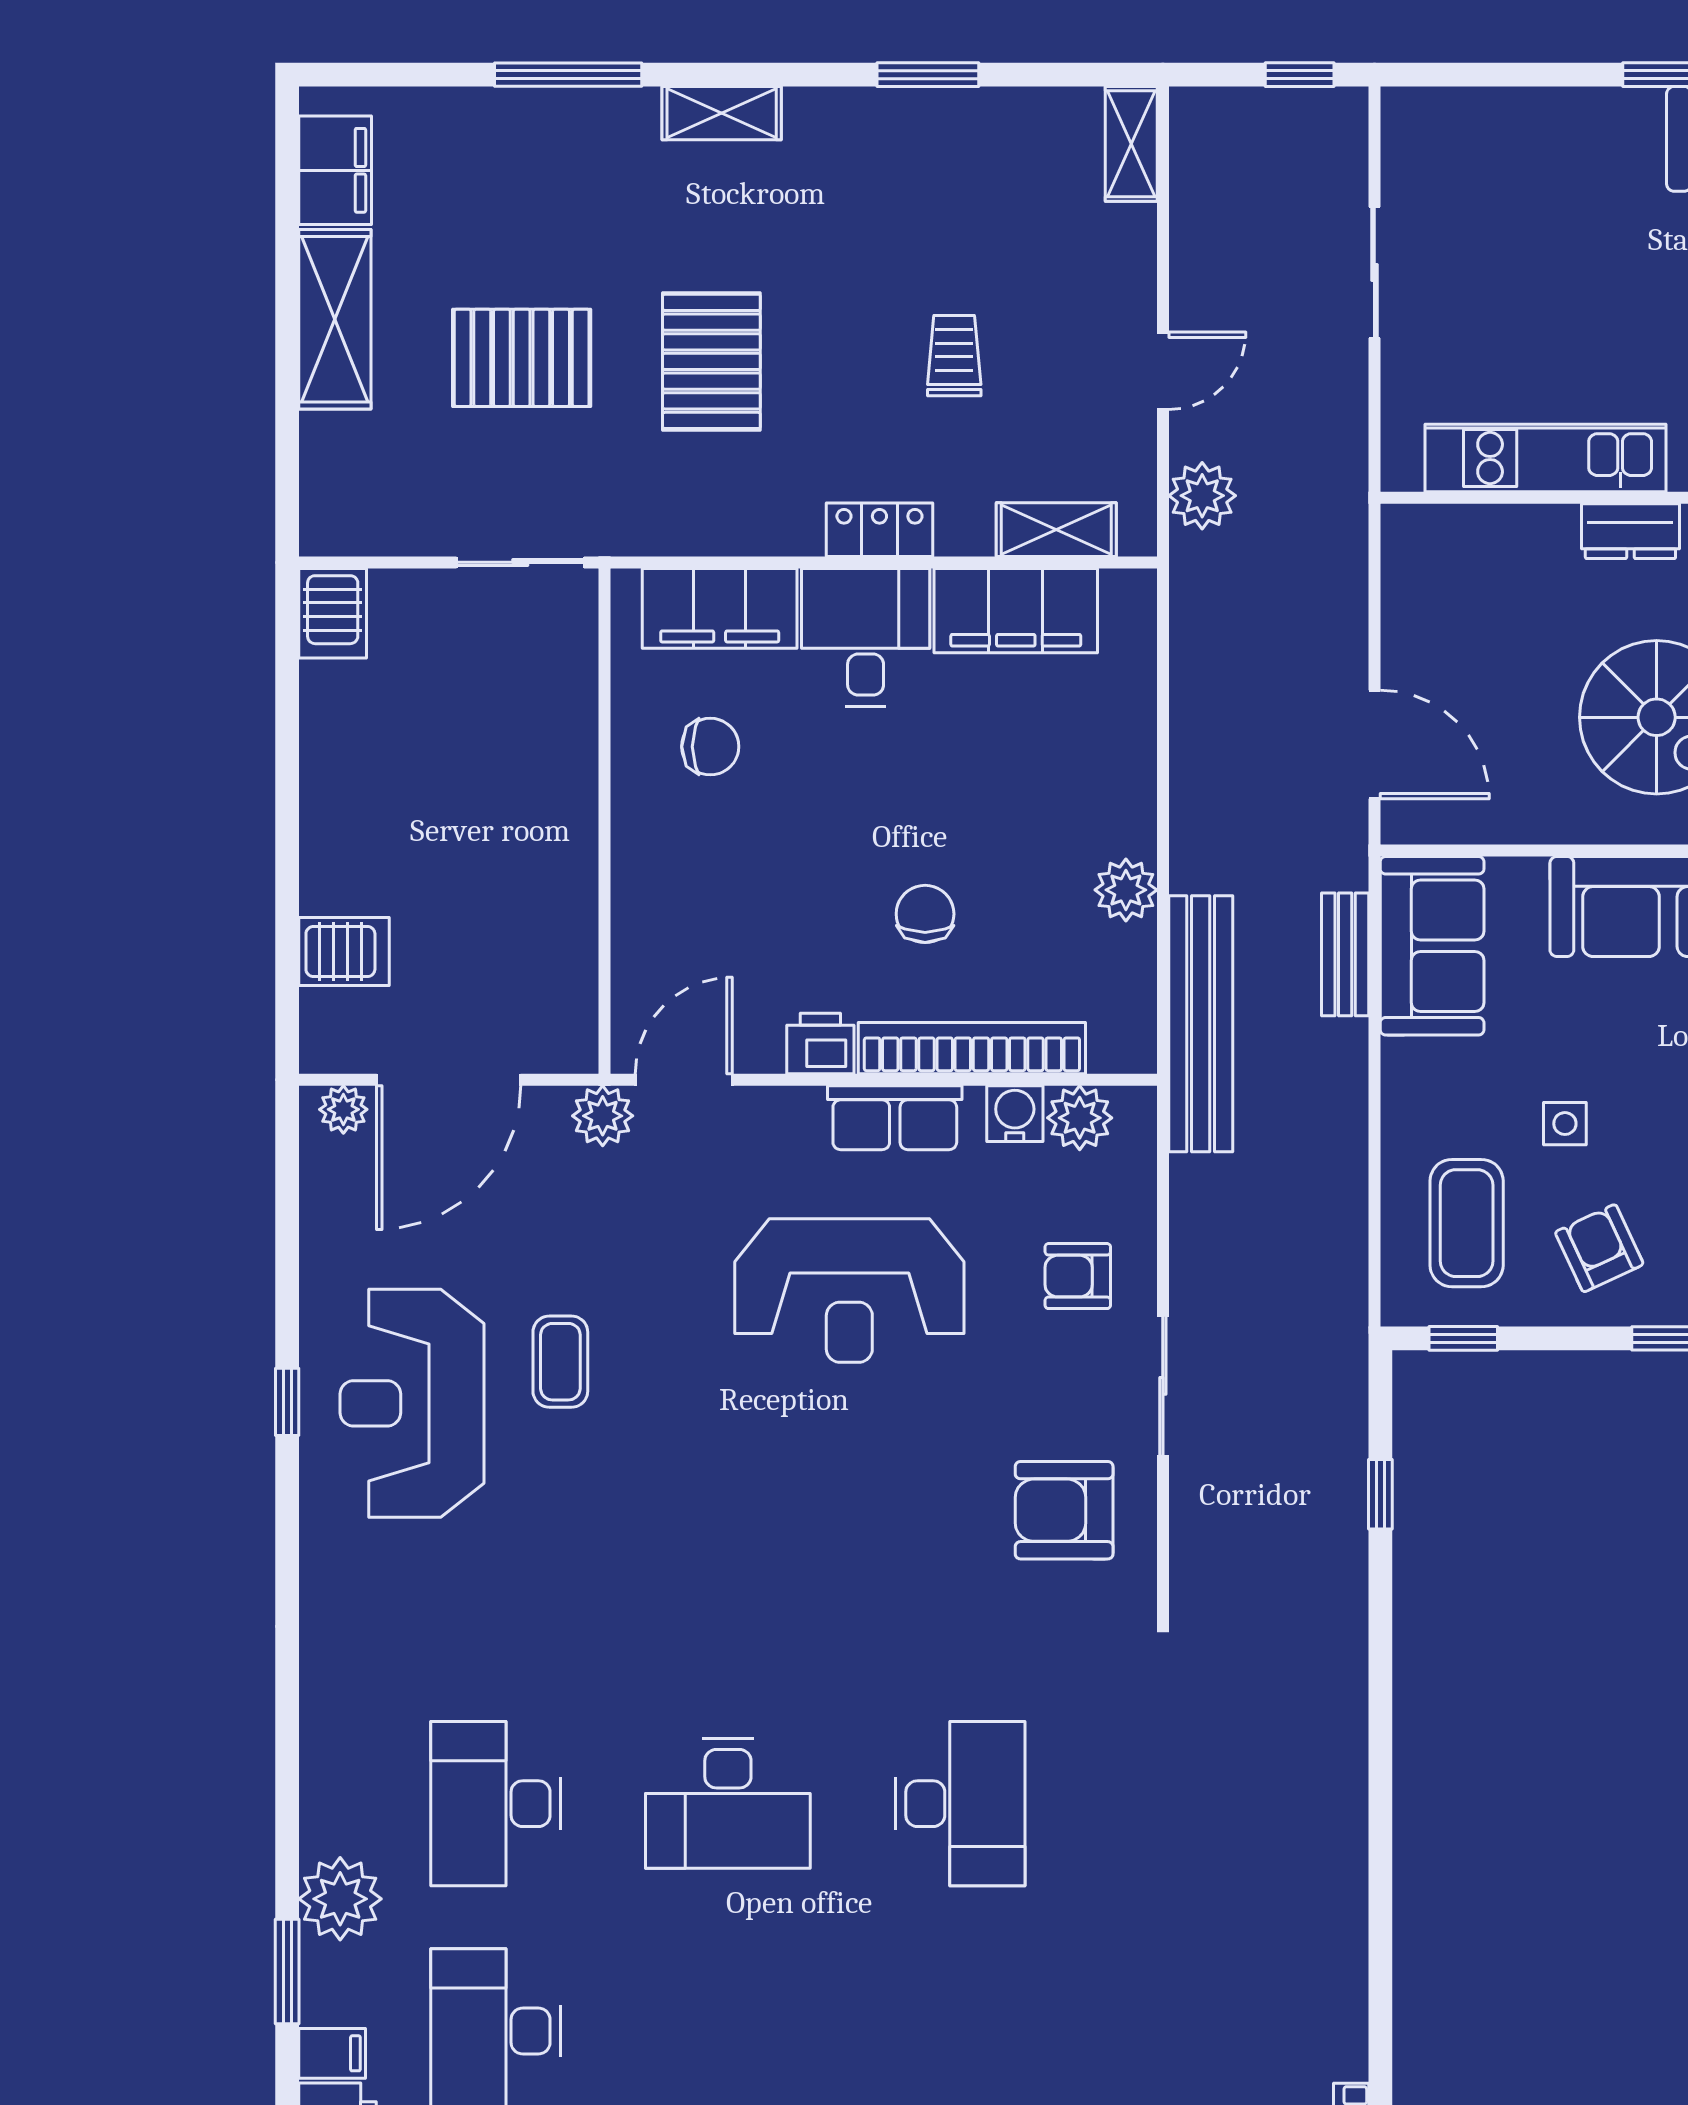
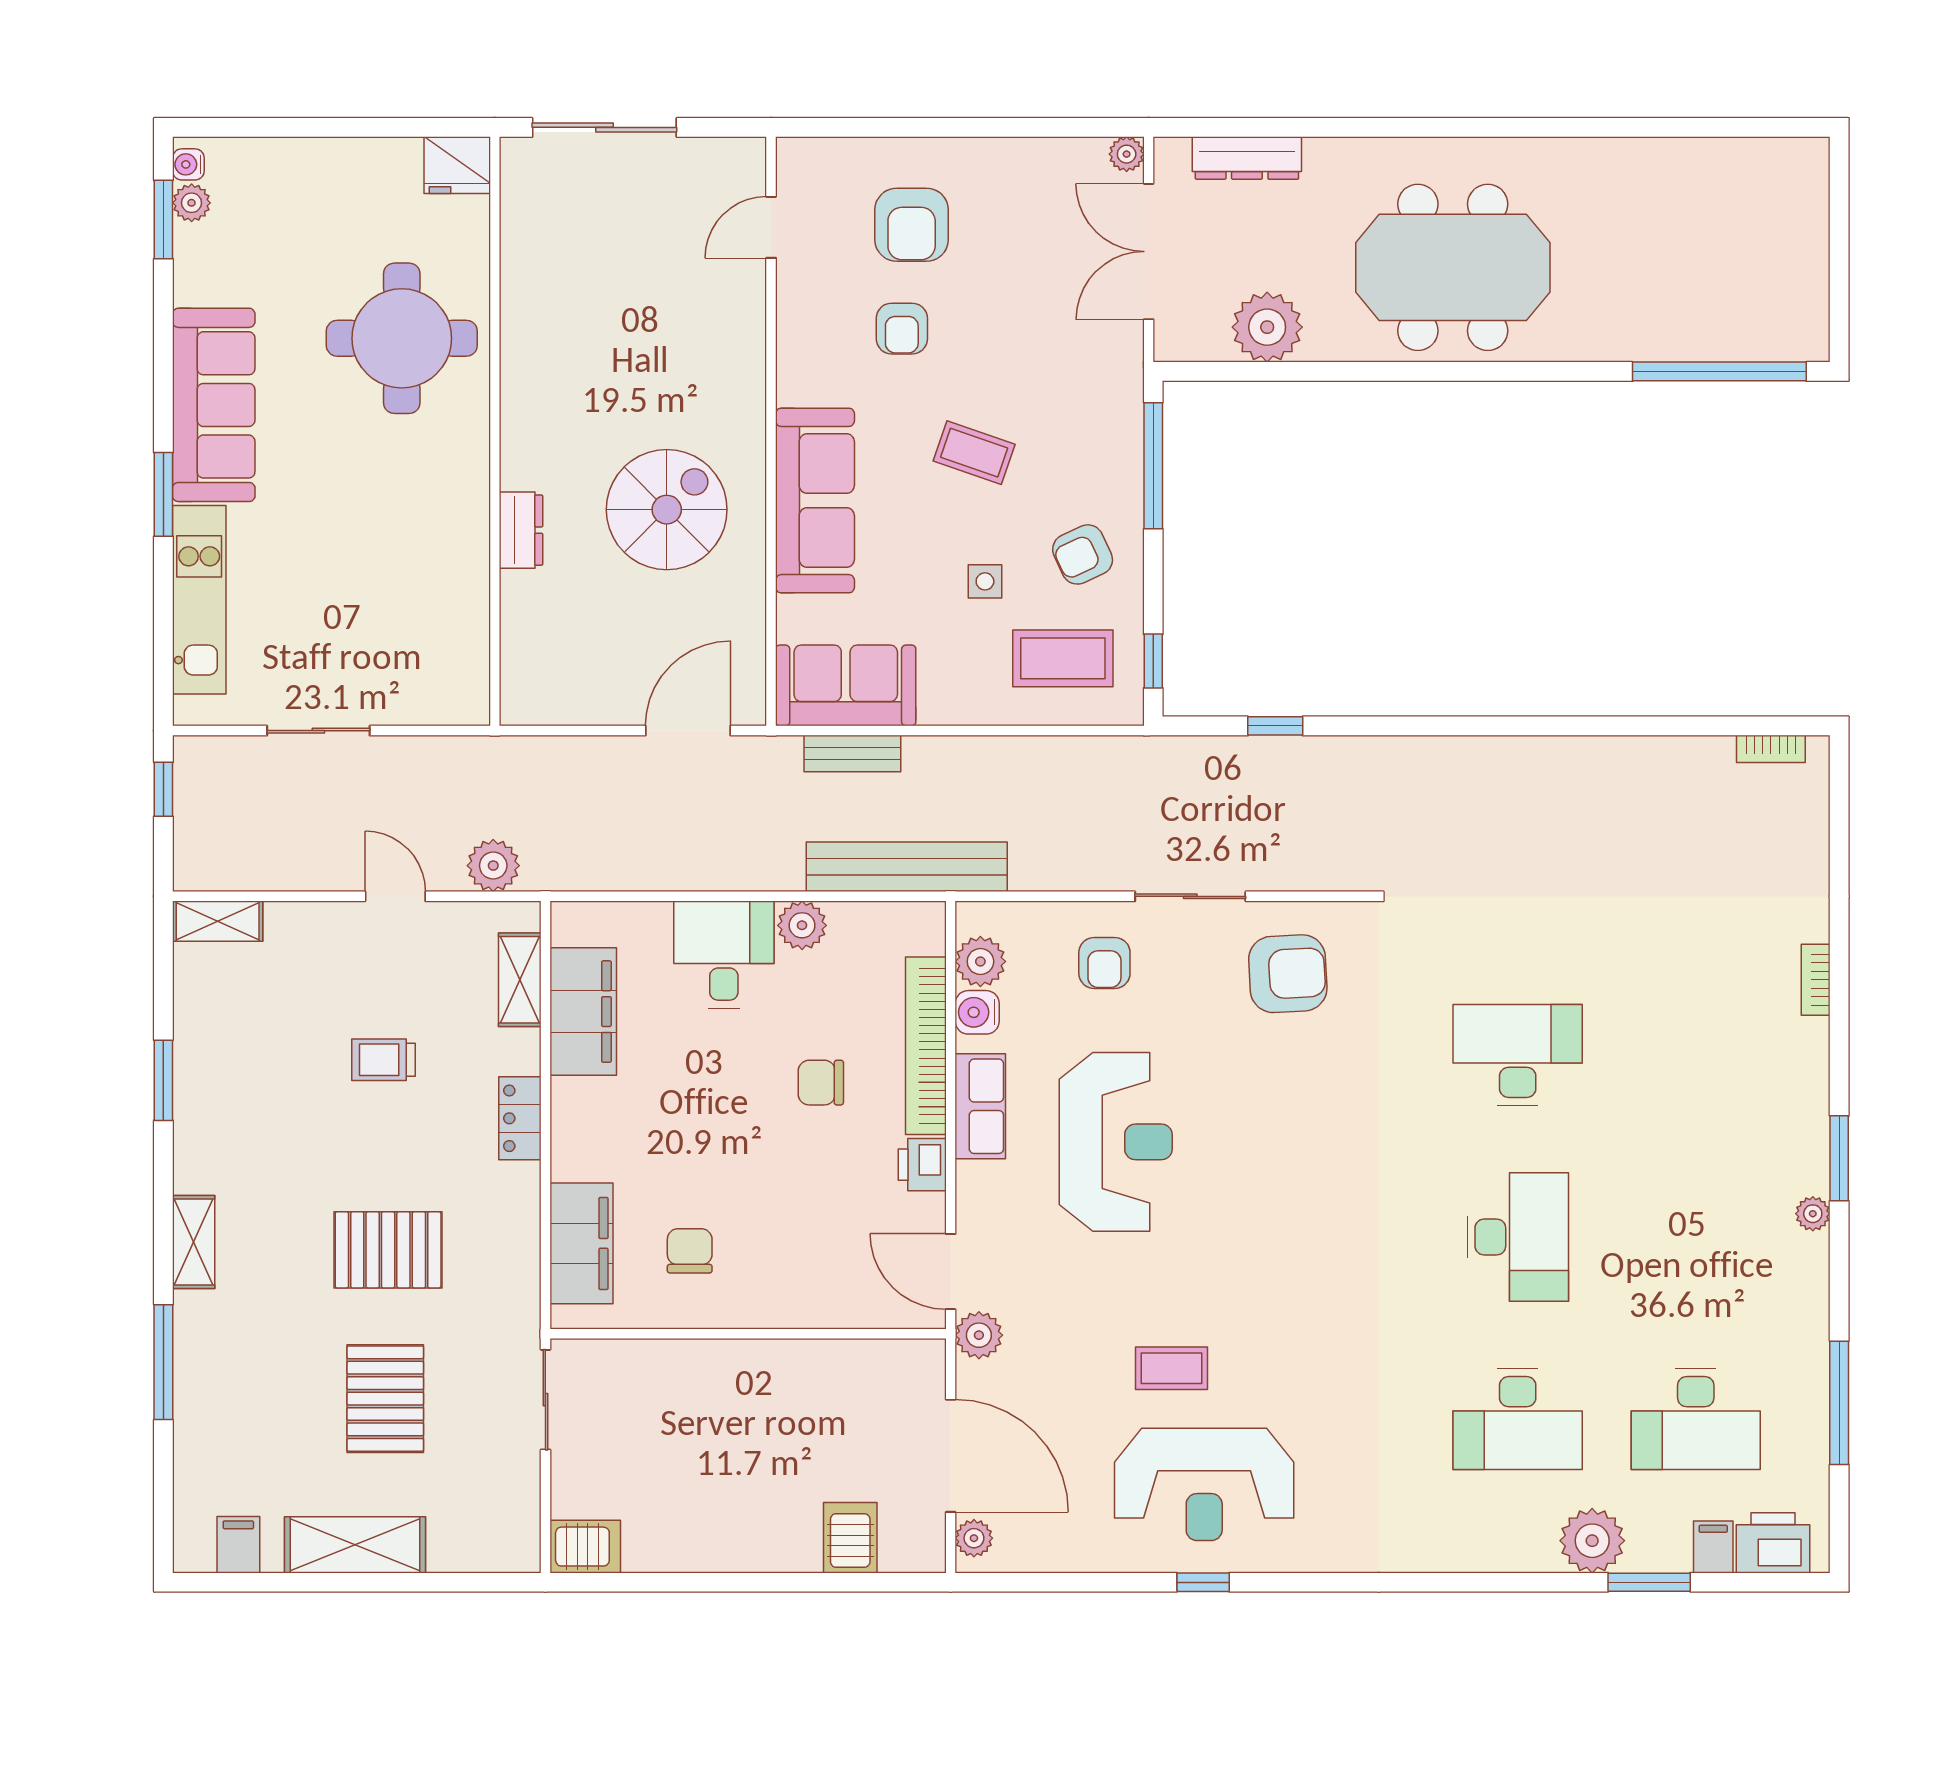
filing cabinet: (335, 170) -> (238, 1545), width x0.50
kitchen unit: (1545, 458) -> (199, 600), moved, turned 180
desk: (866, 637) -> (724, 955), moved, turned 90
armchair: (1064, 1510) -> (1288, 974), turned -93

